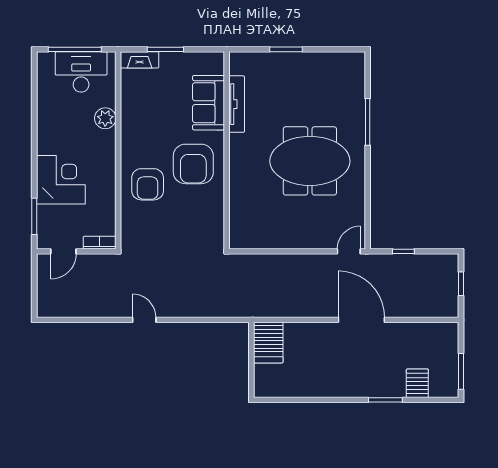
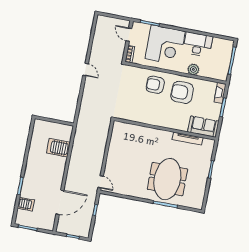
desk: (81, 72) -> (198, 44), moved, turned -90
sofa: (209, 103) -> (203, 127), moved
meeting table: (310, 161) -> (167, 179), moved
armchair: (193, 164) -> (182, 92), moved
corner desk: (61, 180) -> (165, 45), width x1.36, depth x1.36
door: (144, 320) -> (86, 70), hinge flipped
door: (361, 320) -> (60, 202), moved
server rack: (268, 343) -> (58, 148), moved

